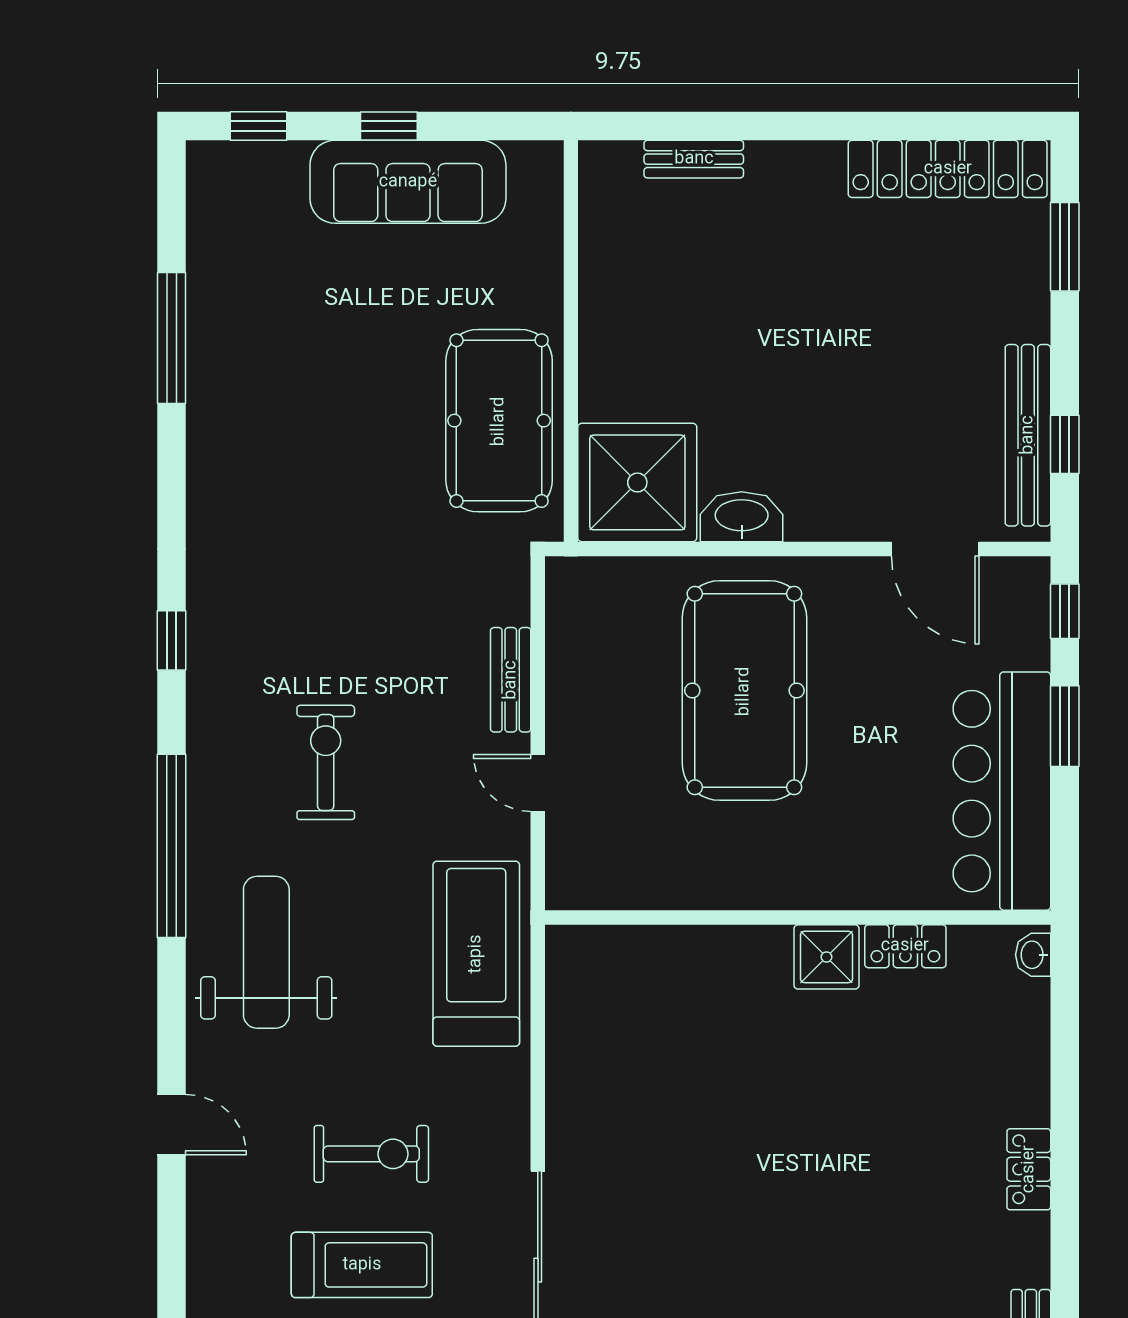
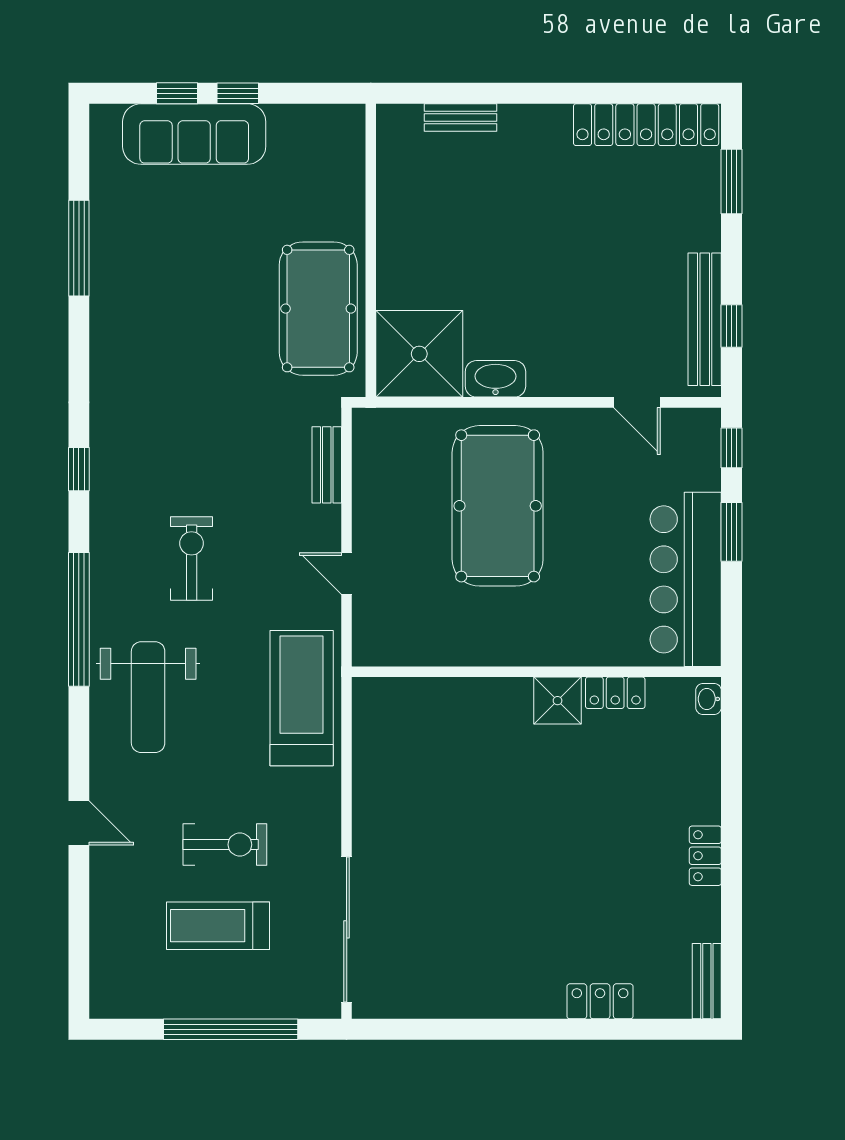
window: (259, 126) -> (177, 93), moved
sofa: (408, 182) -> (194, 134), moved
door: (935, 549) -> (637, 402), width x0.73
bench: (511, 680) -> (327, 465), moved
weight bench: (266, 952) -> (148, 697), turned 180
treadmill: (362, 1265) -> (218, 926), turned 180

